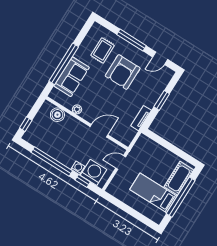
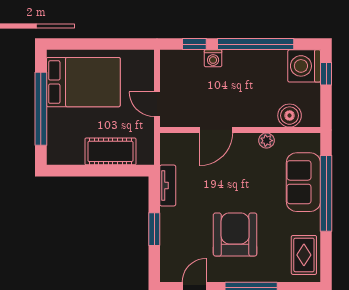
rug: (102, 50) -> (304, 255), moved
door: (121, 162) -> (157, 104), swing flipped
washing machine: (94, 172) -> (304, 66), moved, turned 90
cot: (179, 178) -> (110, 151), moved, turned 90
bed: (153, 193) -> (83, 82), width x1.50

